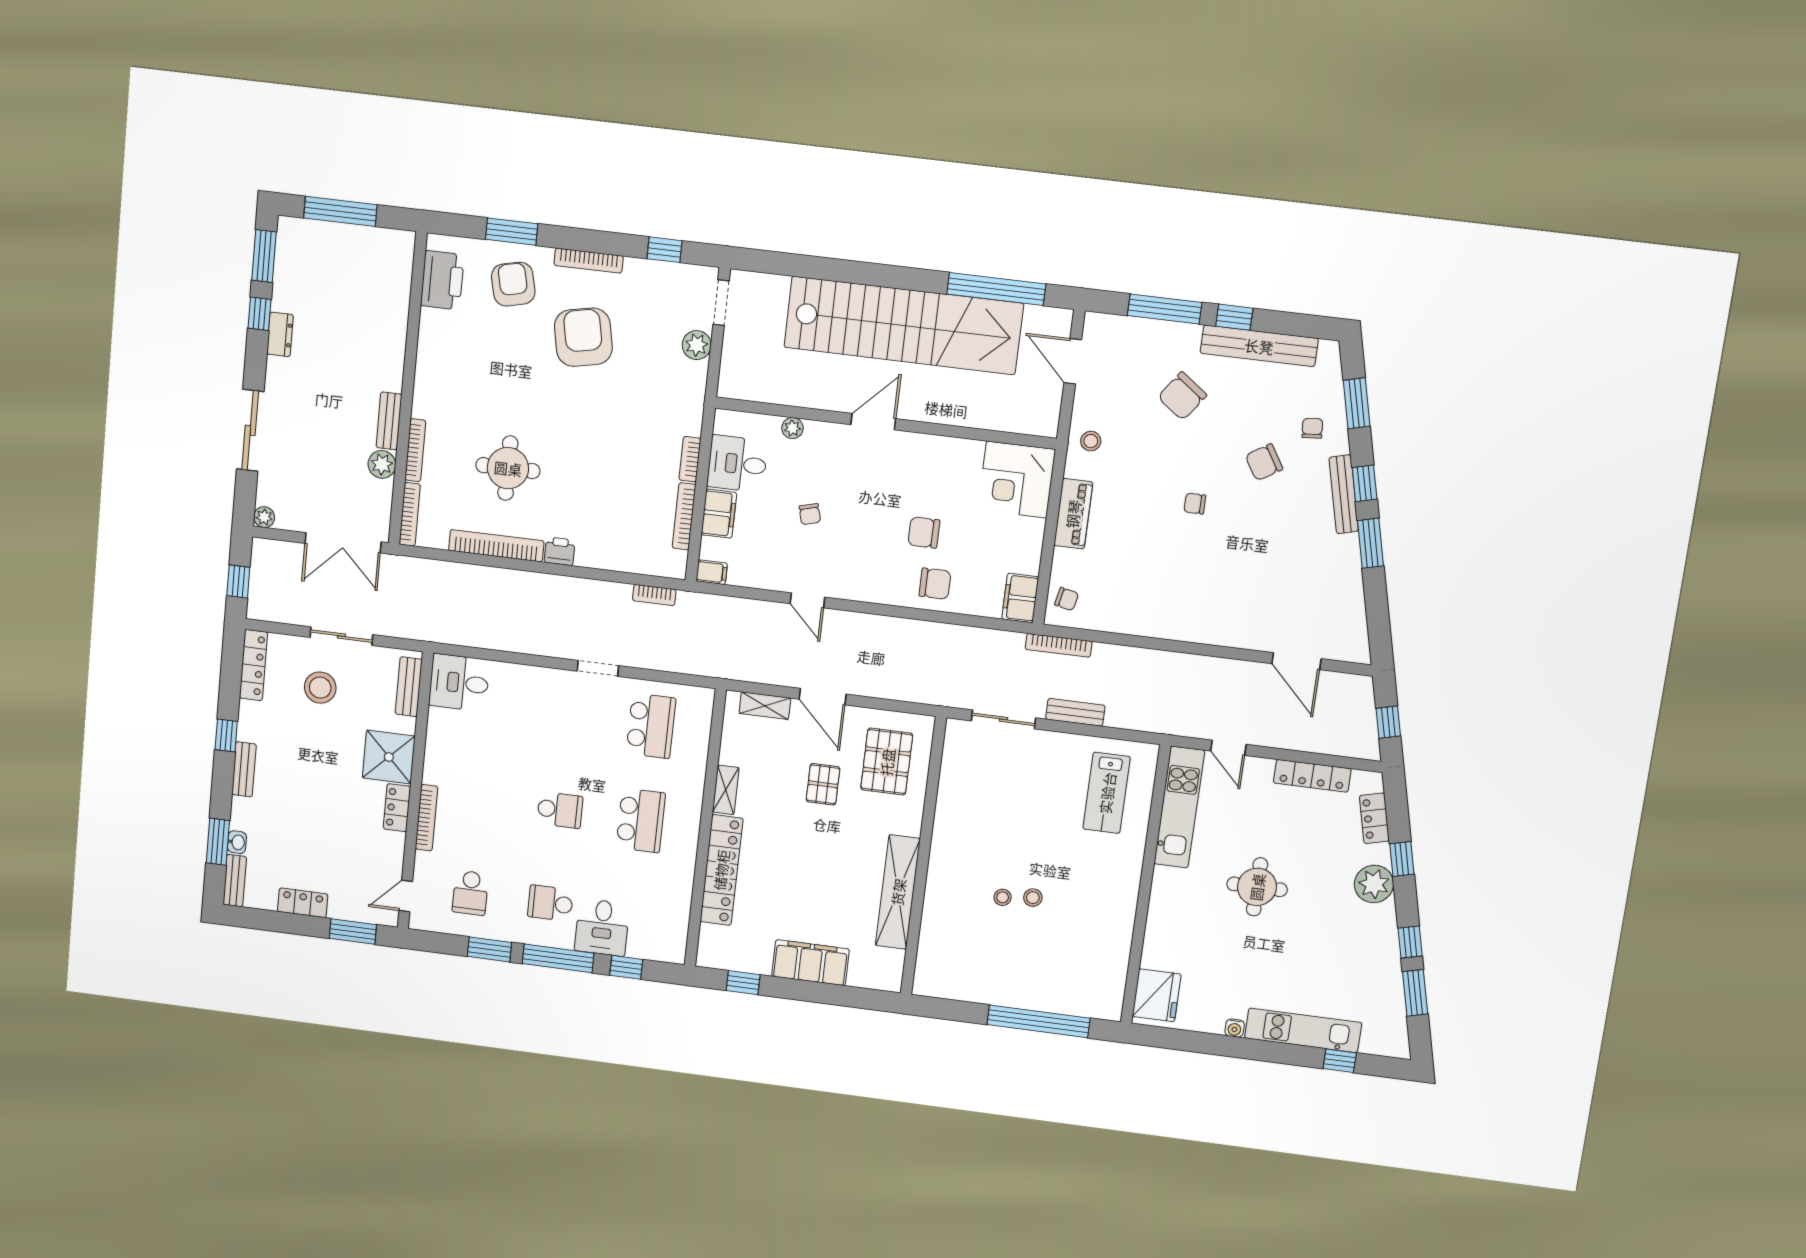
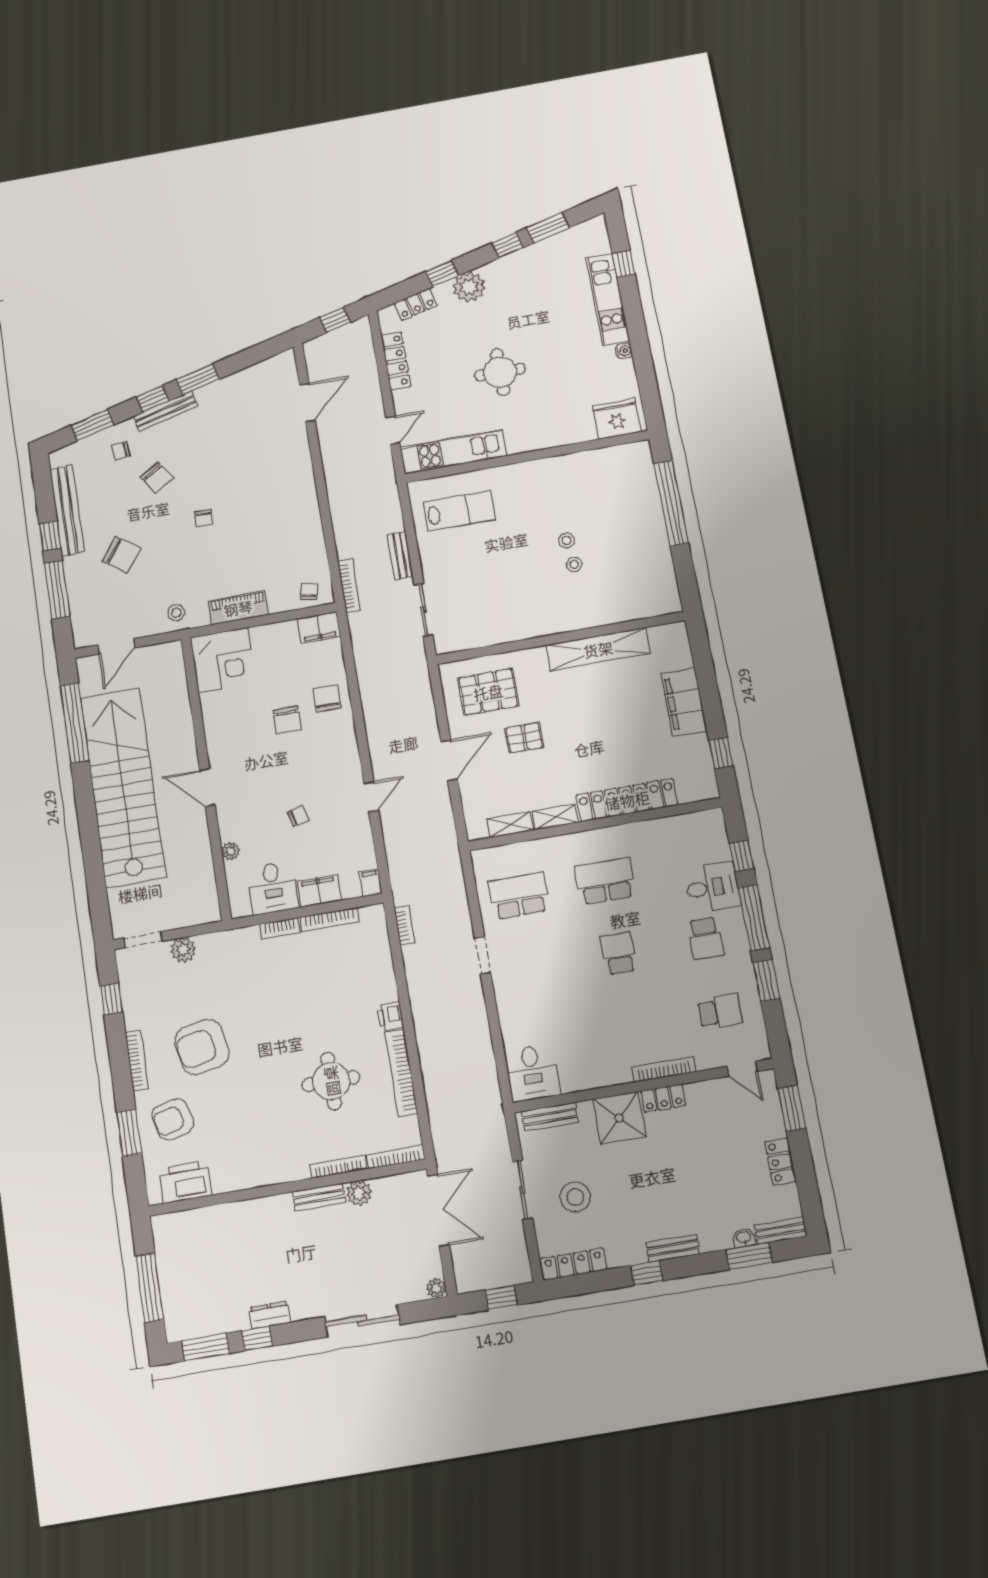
shelving: (765, 706) -> (510, 824), moved, turned 90

